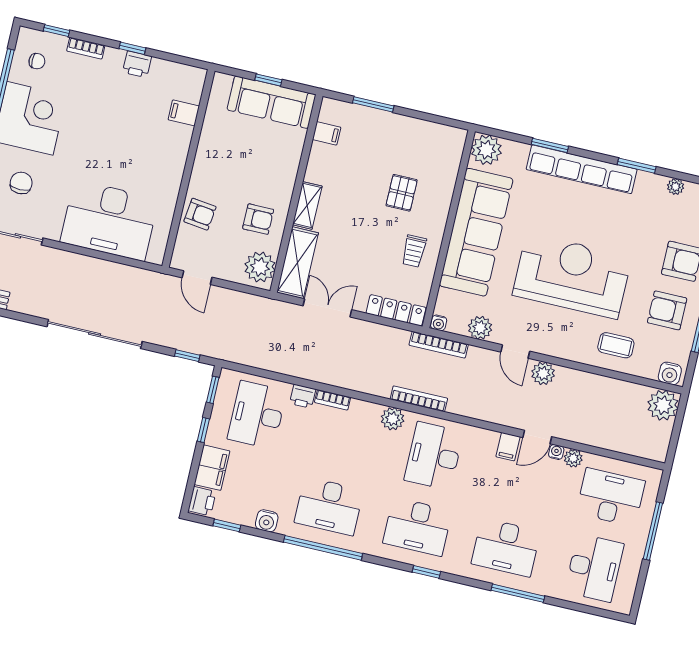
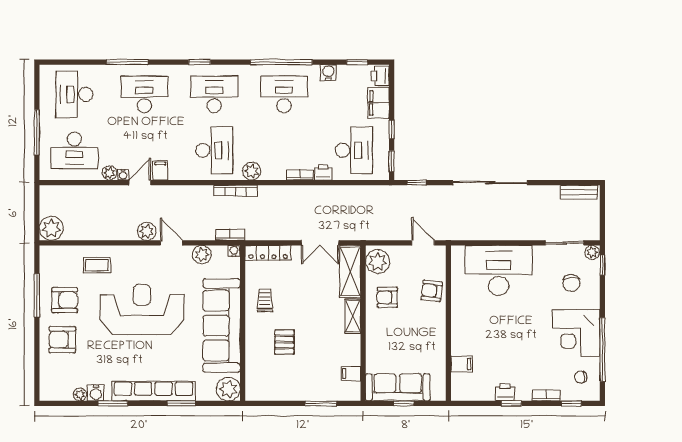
reception desk: (572, 276) -> (142, 309), turned 180
bookcase: (439, 345) -> (230, 235), width x0.64
water cooler: (670, 373) -> (96, 393), moved, turned 180

